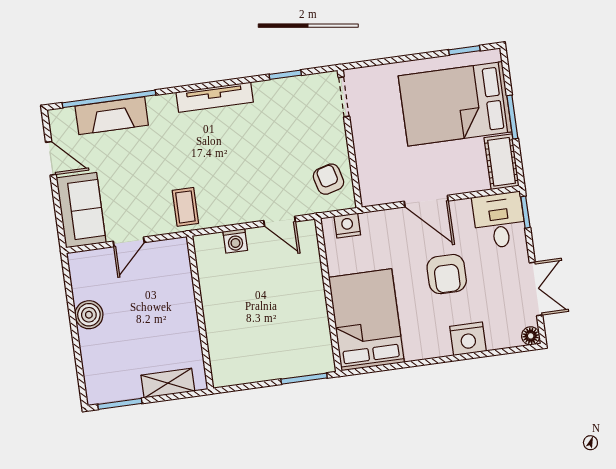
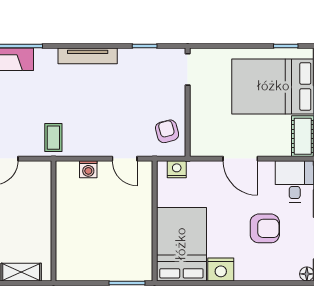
armchair: (447, 274) -> (265, 228), moved, turned -90
nightstand: (468, 339) -> (221, 270), moved

